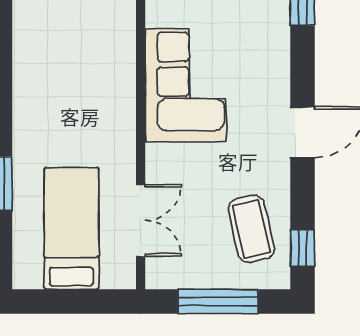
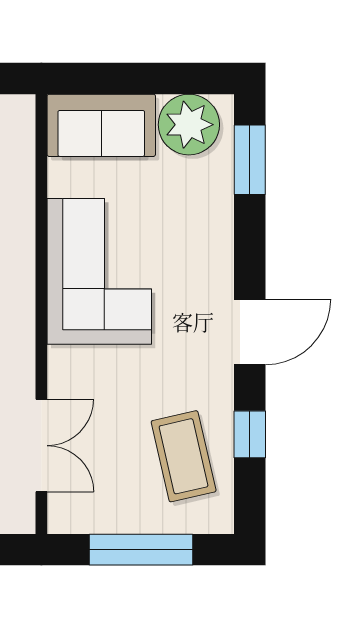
window: (303, 248) -> (250, 434), moved

